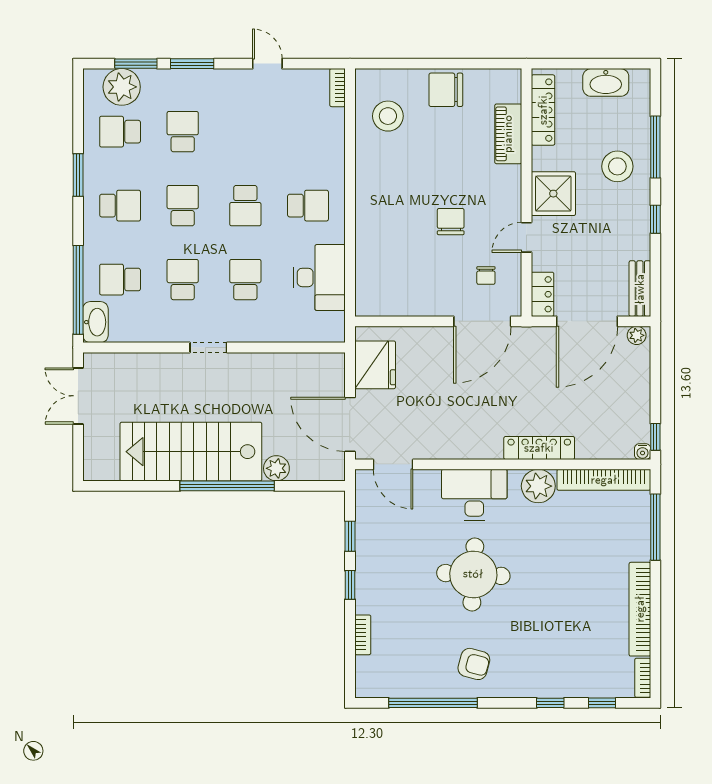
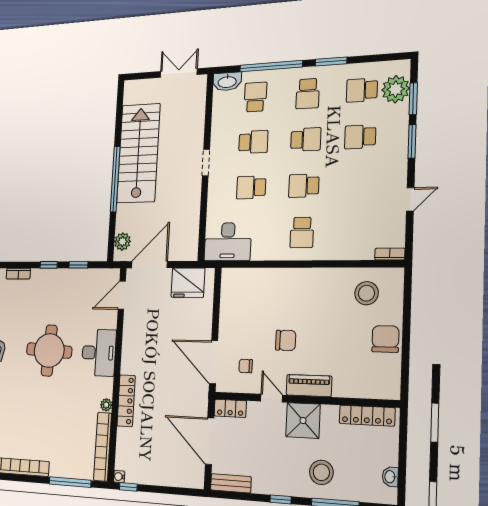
washbasin: (606, 82) -> (390, 477), width x0.52, depth x0.69
school desk: (120, 132) -> (362, 90), turned -90
school desk: (183, 132) -> (360, 137), turned 180
piano: (508, 134) -> (309, 386), moved
desk: (319, 277) -> (228, 242), moved
school desk: (245, 280) -> (251, 187), turned 180
window: (78, 290) -> (271, 66), moved
plant: (637, 335) -> (198, 478), removed
plant: (276, 468) -> (122, 242), moved
plant: (538, 486) -> (106, 405), width x0.53, depth x0.53

